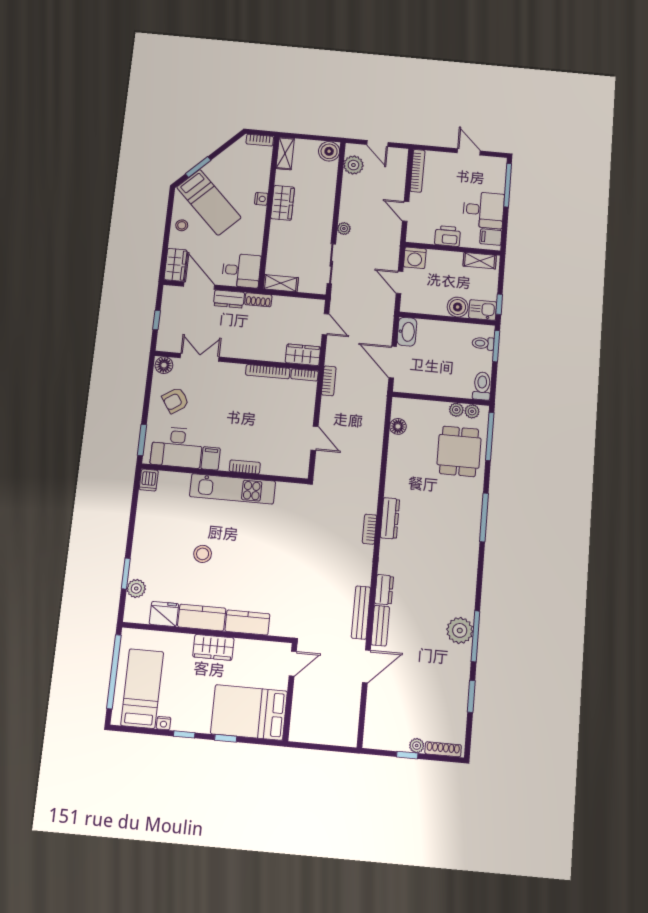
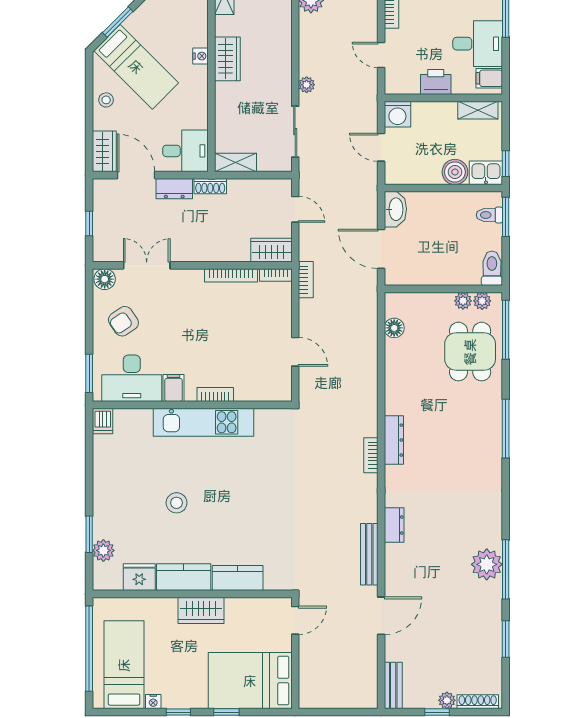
bench: (380, 626) -> (393, 685), moved

